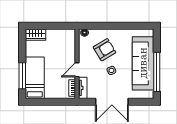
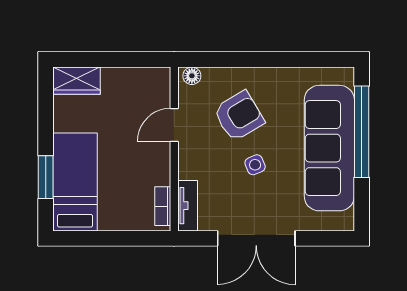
door: (77, 70) -> (174, 125), moved
window: (157, 72) -> (362, 132), moved
window: (22, 76) -> (46, 177), width x0.69

